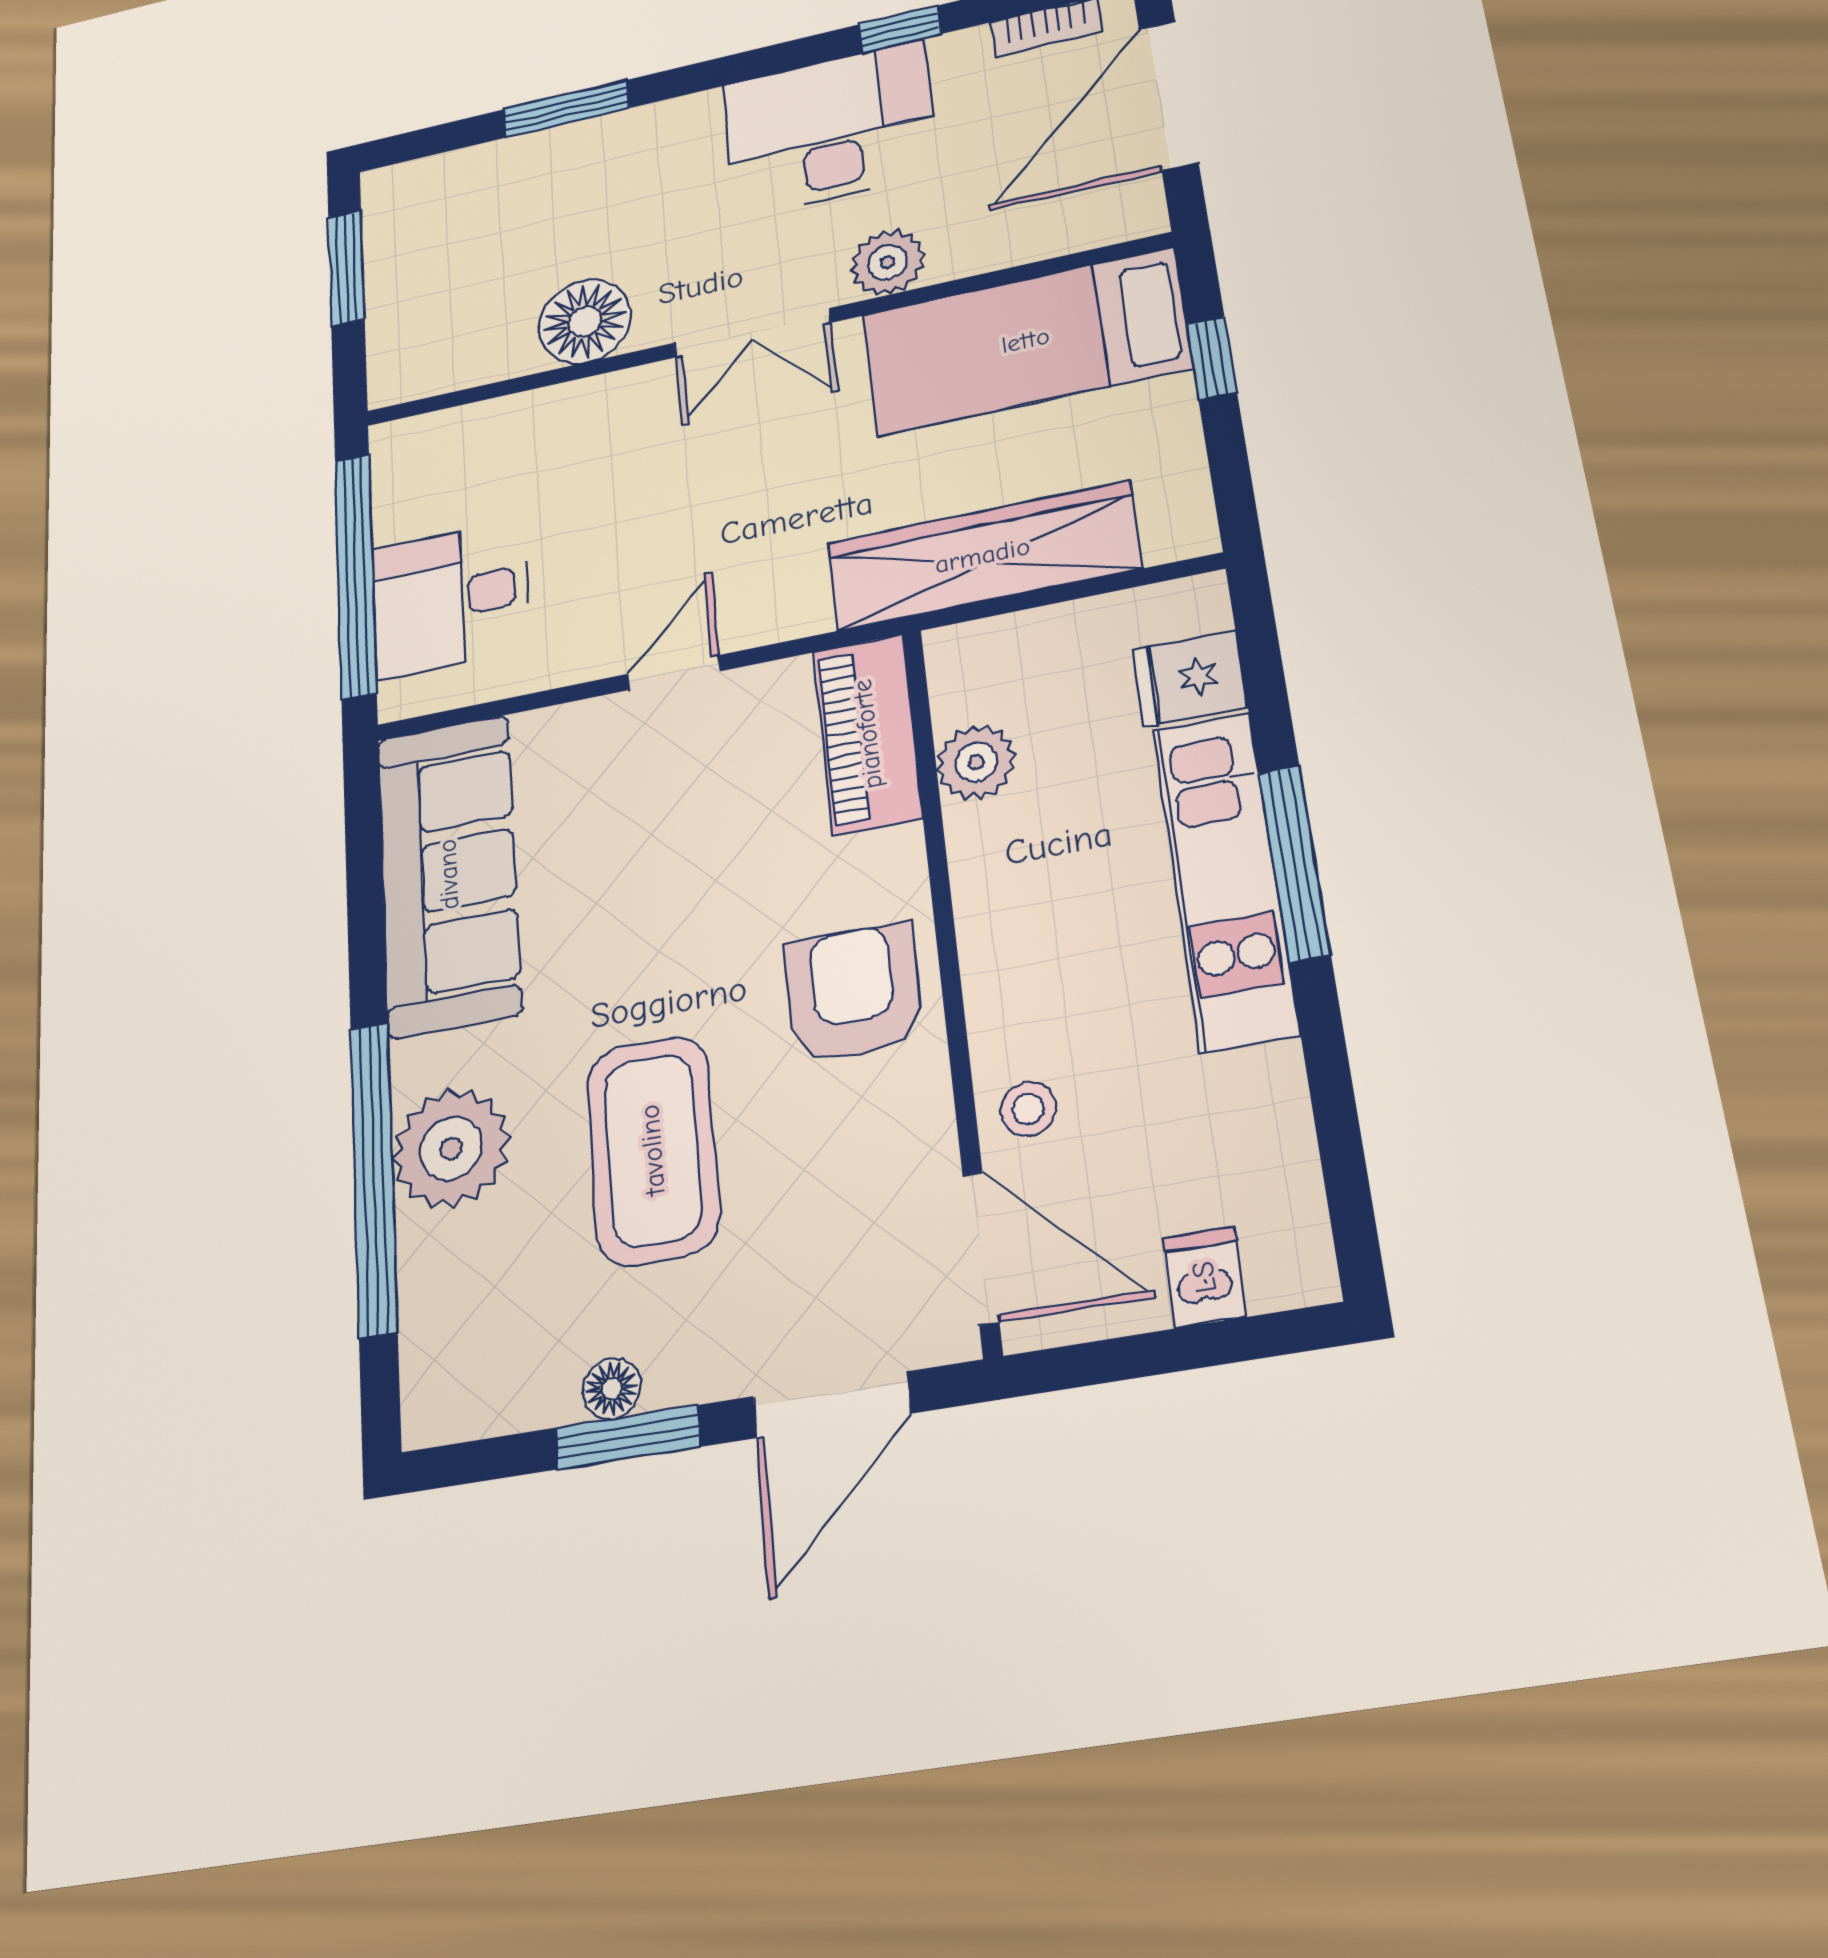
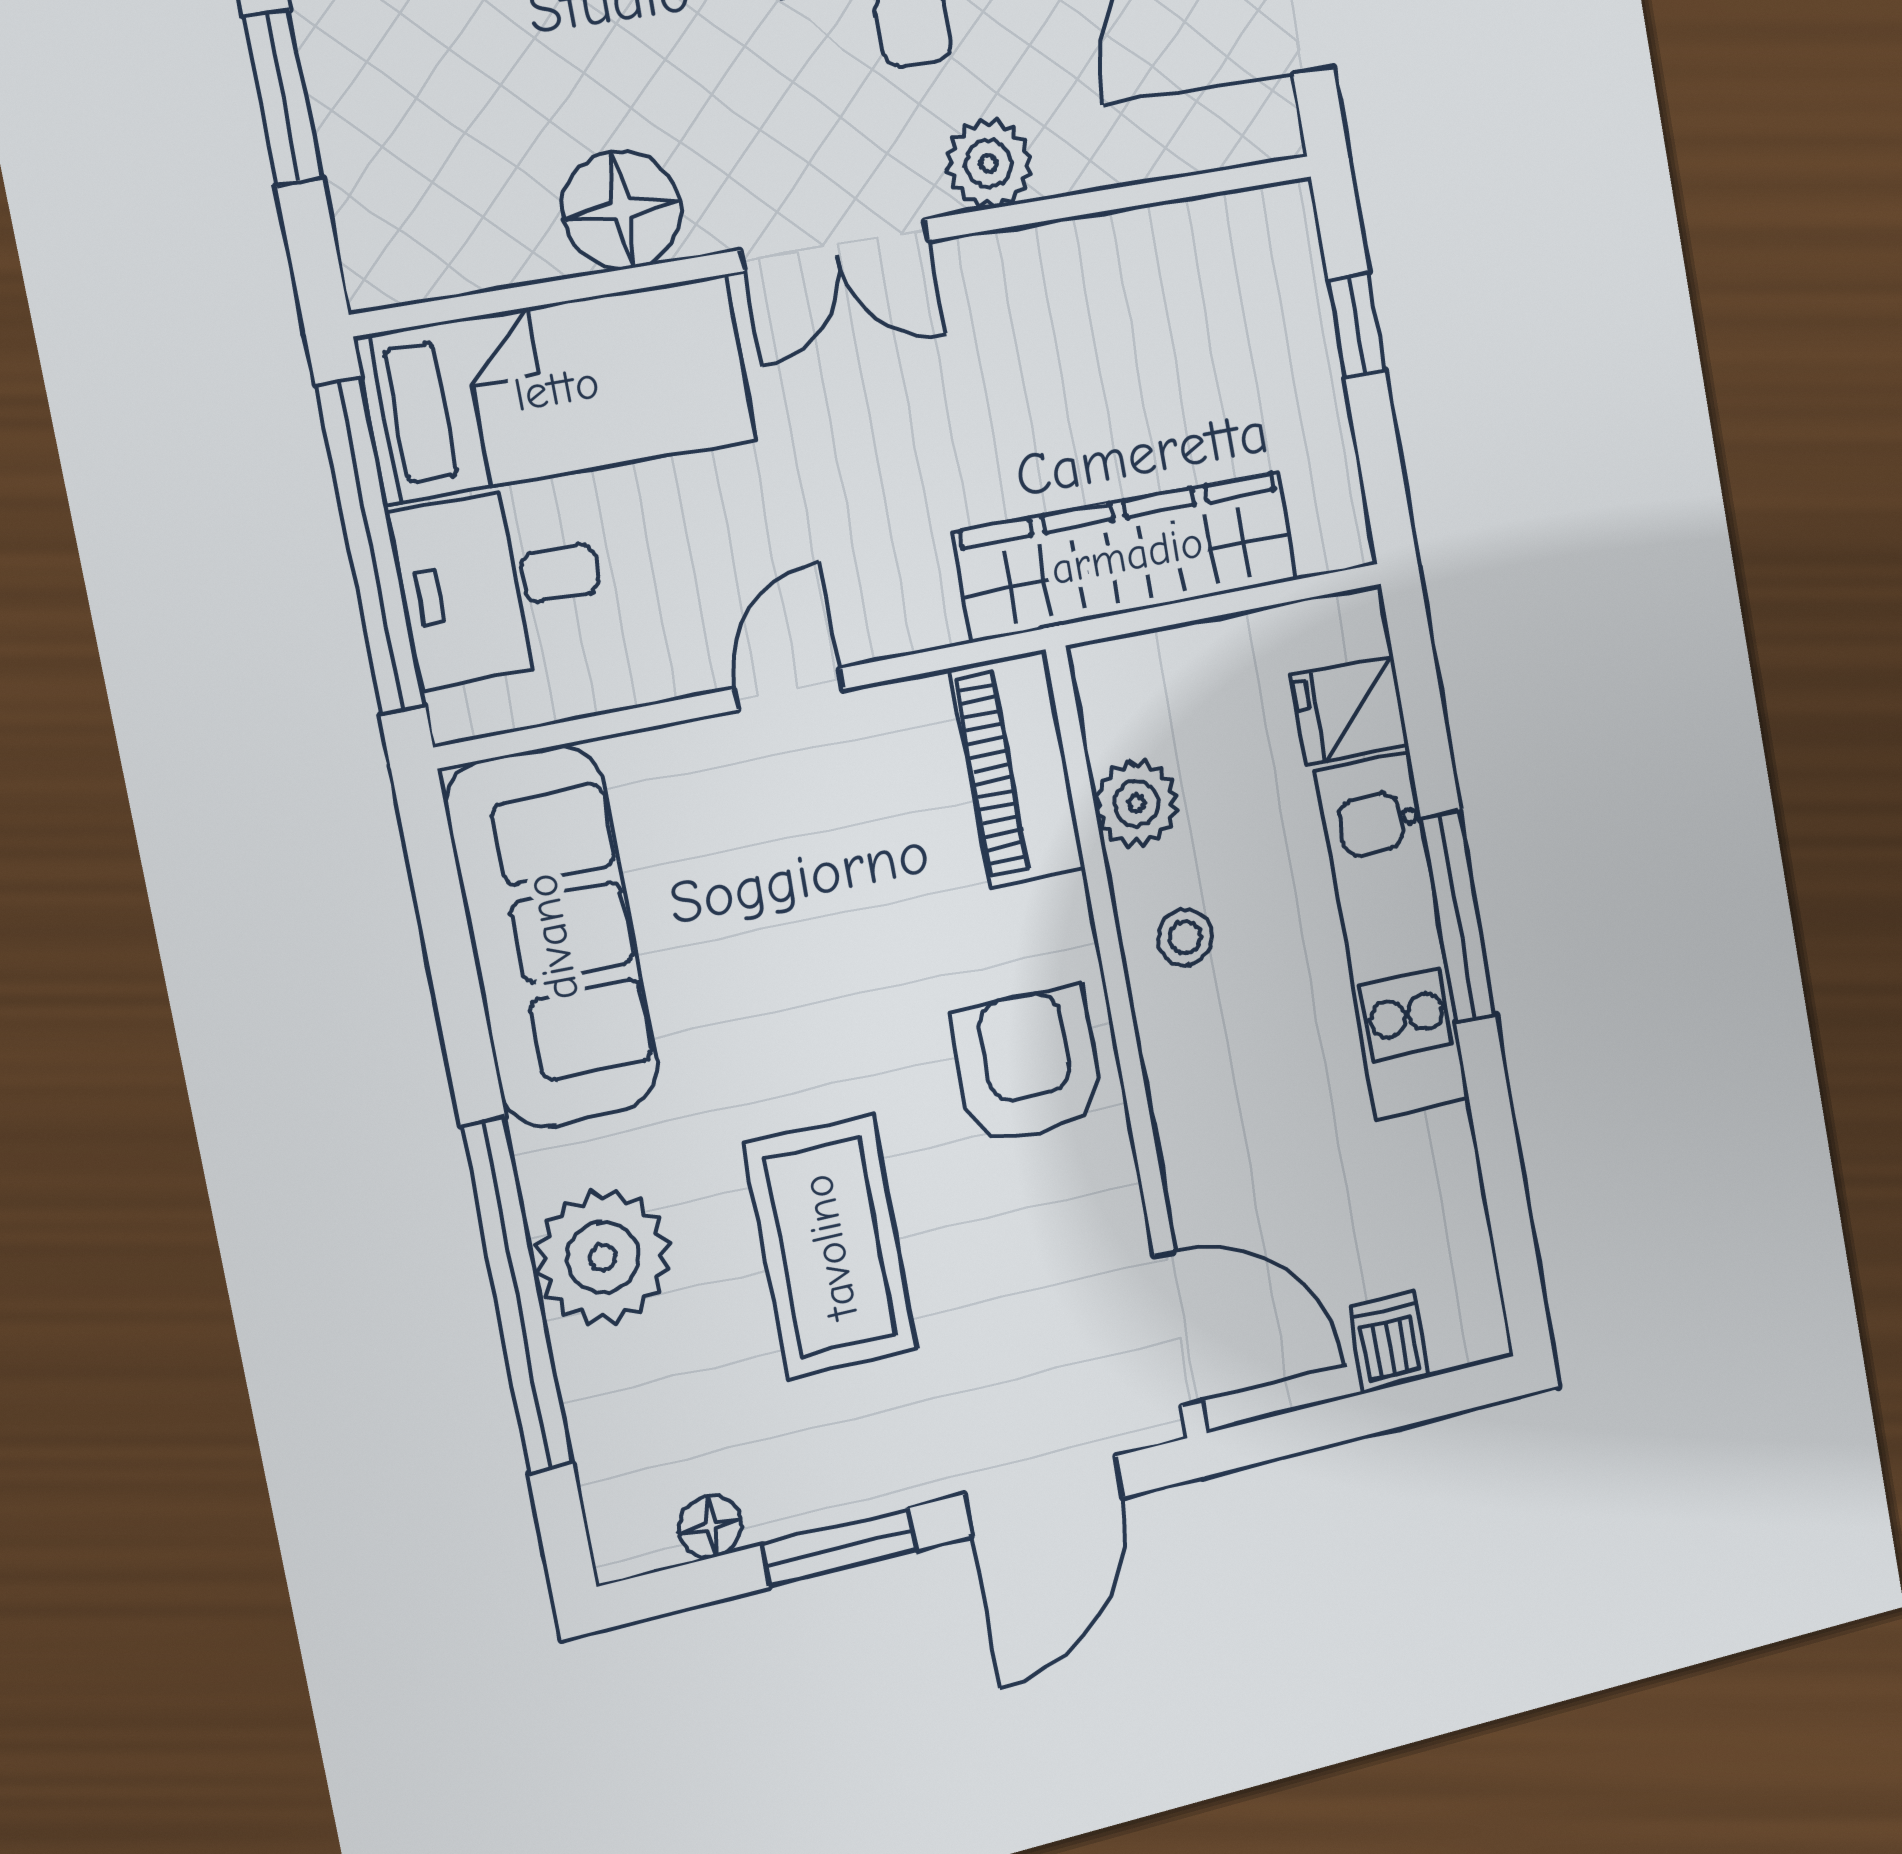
bed: (1026, 341) -> (557, 389), moved, turned 180
stool: (1028, 1109) -> (1185, 937), moved
floor lamp: (612, 1389) -> (711, 1527), moved

